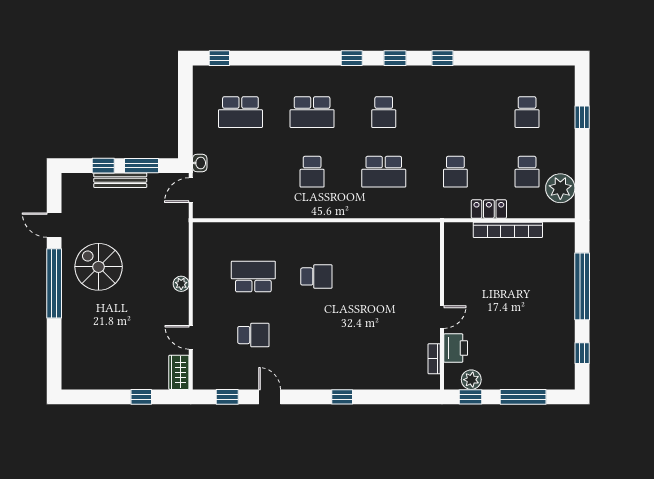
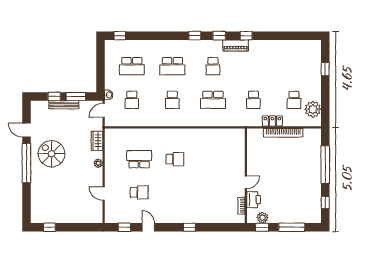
piano: (424, 75) -> (236, 45), added
school desk: (527, 112) -> (132, 100), moved
wardrobe: (179, 372) -> (97, 141), moved
window: (141, 397) -> (49, 227), moved

